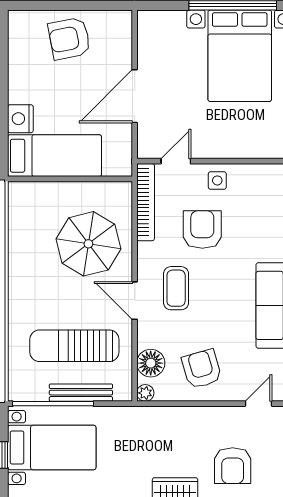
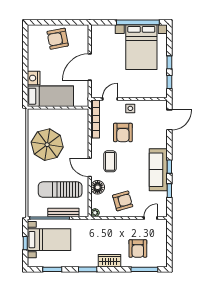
armchair: (202, 230) -> (123, 132), turned 180
parasol: (88, 244) -> (47, 145), moved
floor lamp: (151, 363) -> (98, 187), moved
armchair: (202, 369) -> (123, 201), turned 90

